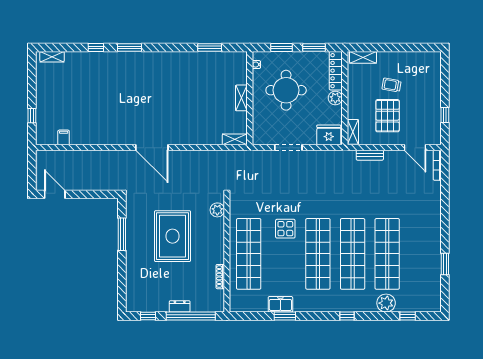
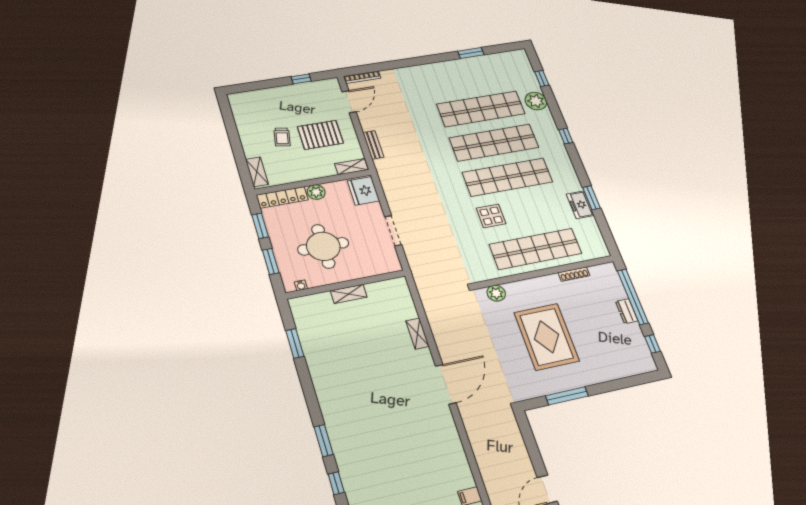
shelving: (235, 139) -> (417, 334), moved
rug: (173, 236) -> (547, 337), turned 90

